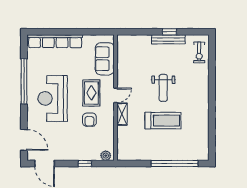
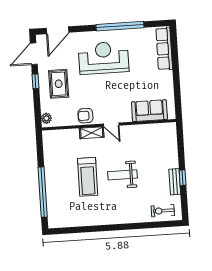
bench: (168, 39) -> (175, 182), width x0.73
row of seats: (55, 41) -> (164, 49), width x0.73
rug: (91, 93) -> (59, 84), moved, turned 90
armchair: (89, 120) -> (85, 116), moved
window: (85, 164) -> (36, 81), moved

